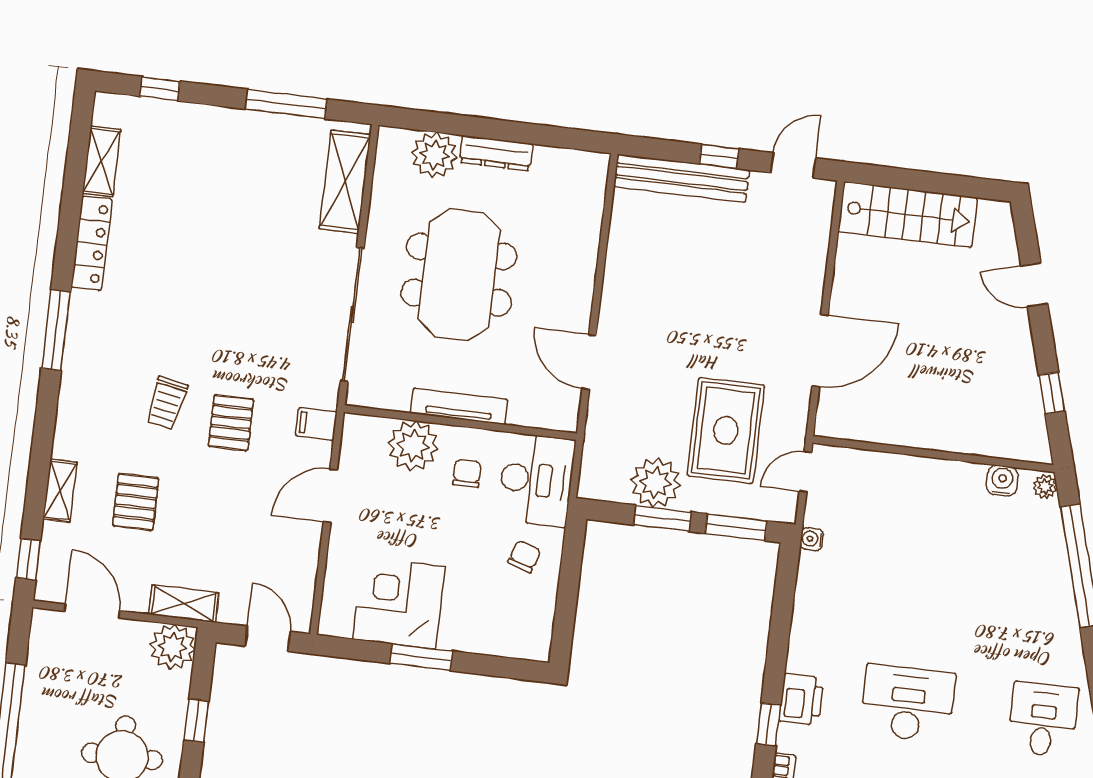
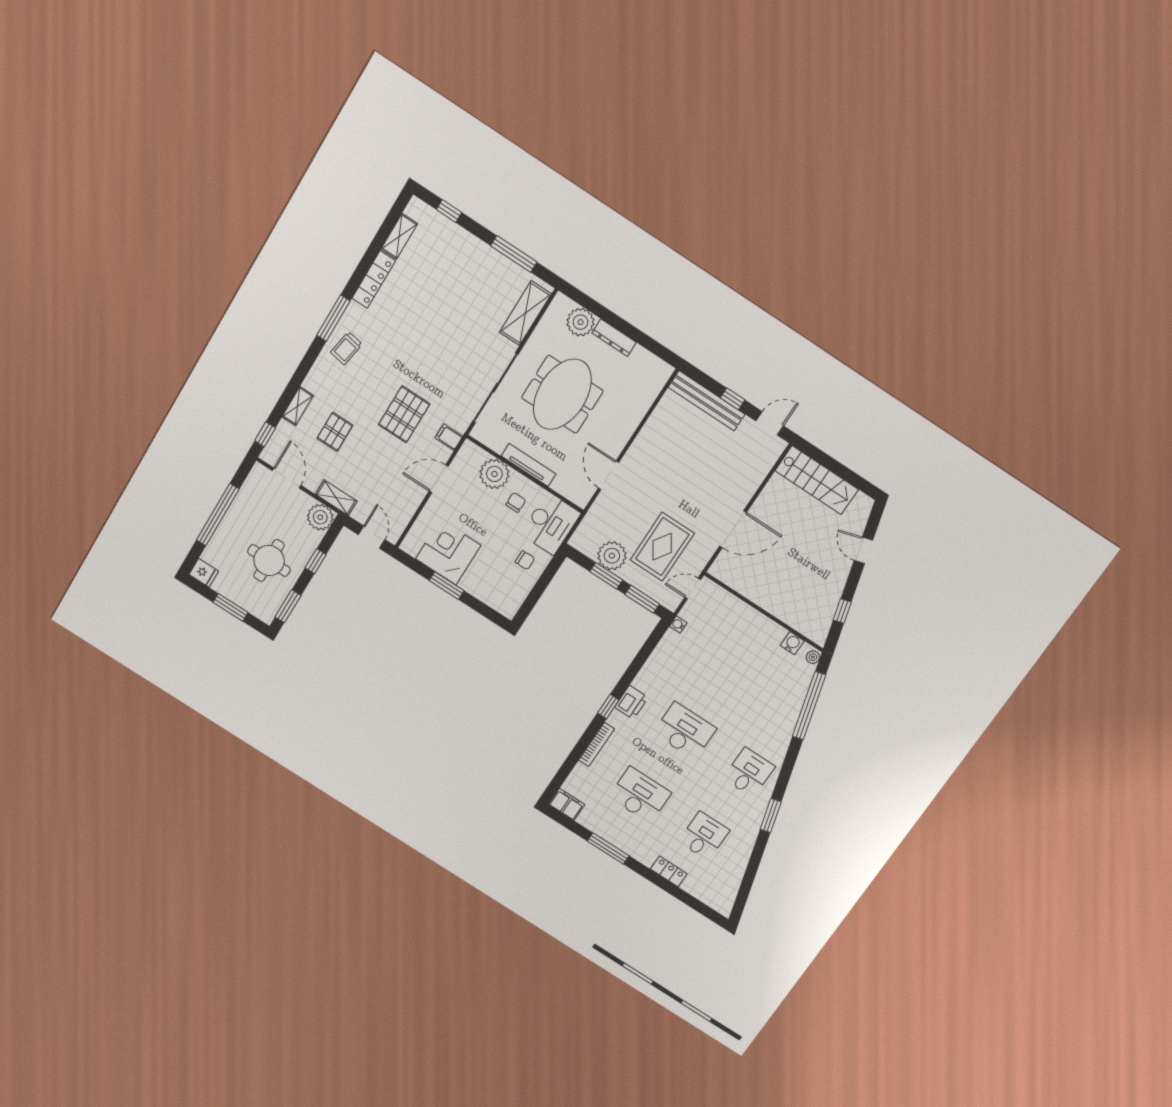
trolley: (167, 403) -> (346, 348), moved
pallet: (231, 423) -> (404, 414), width x1.50, depth x1.42
chair: (524, 556) -> (525, 560), turned 71

